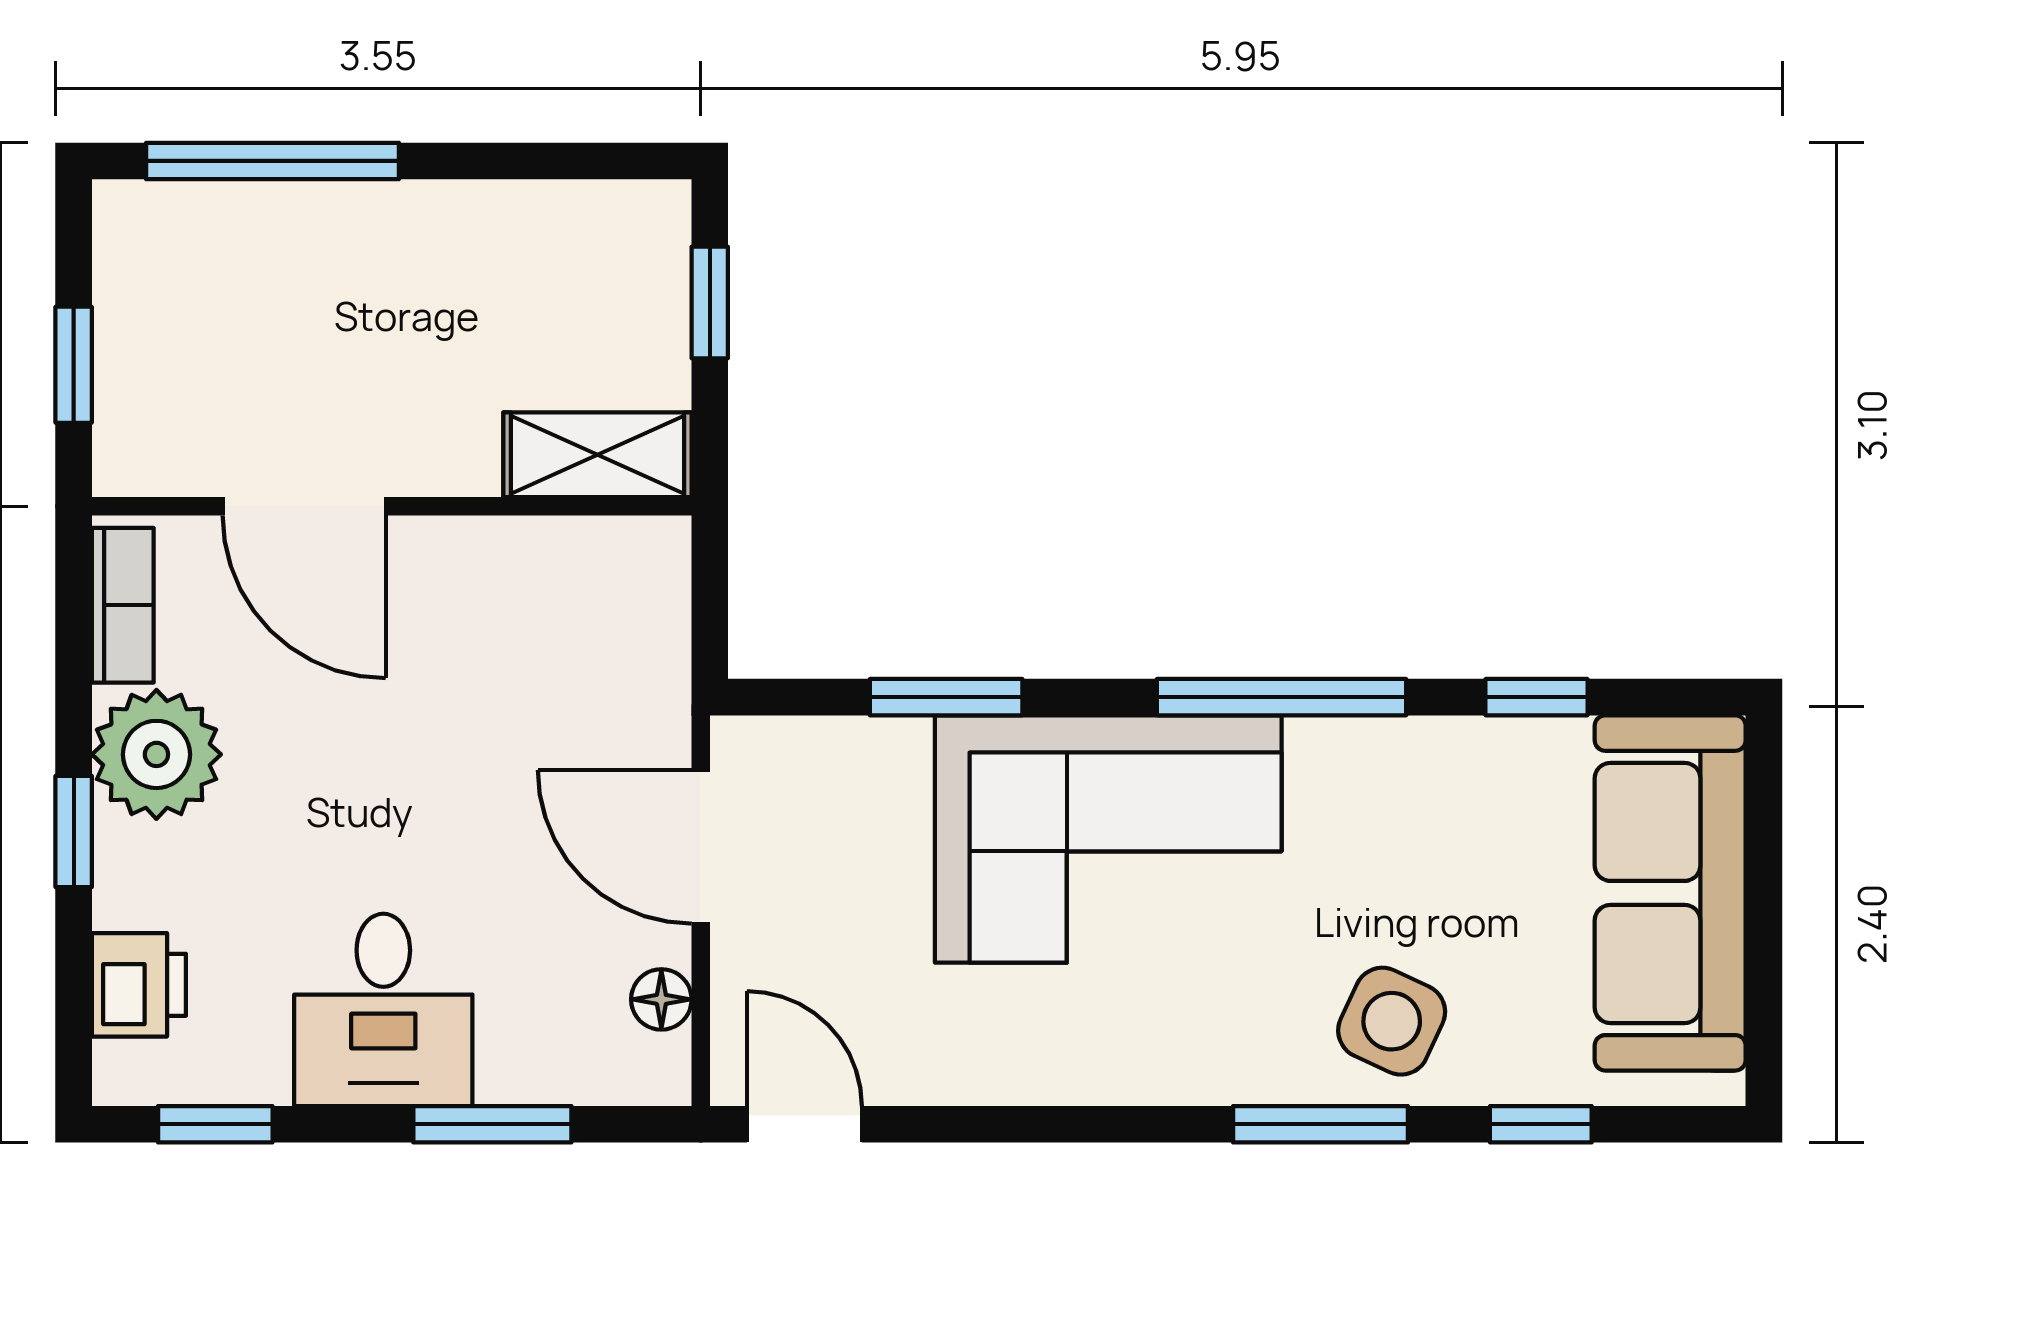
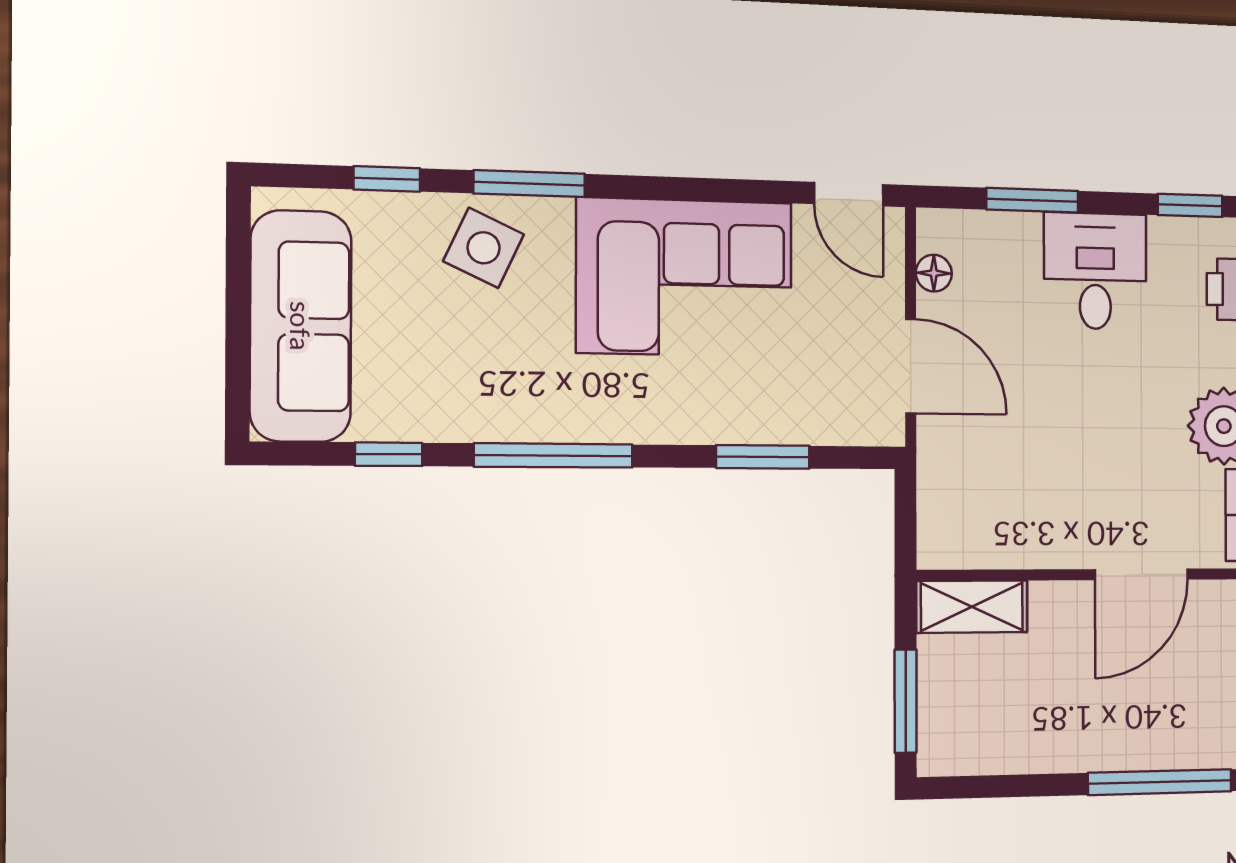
window: (710, 303) -> (906, 701), width x1.50
door: (304, 506) -> (1141, 574), swing flipped
corner sofa: (1108, 839) -> (685, 277), moved, turned 180

